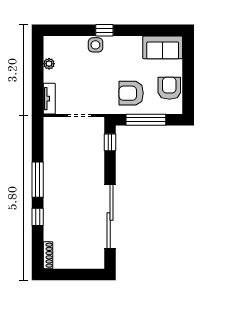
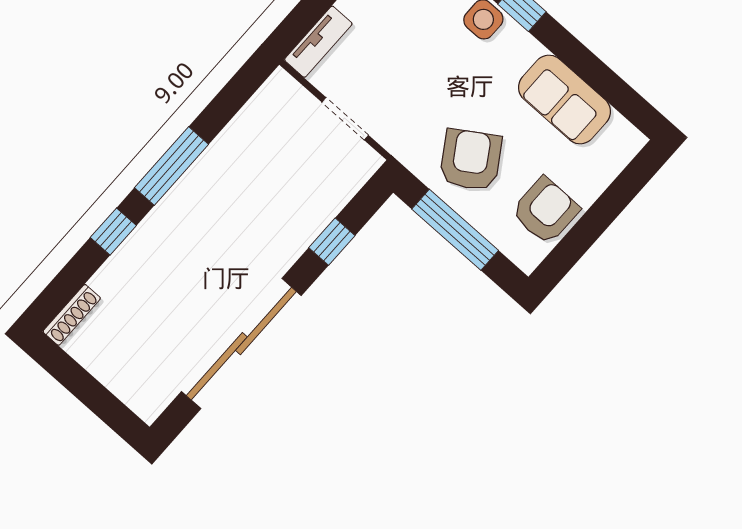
sofa: (163, 47) -> (565, 99), moved
armchair: (131, 93) -> (471, 160), turned 57
window: (110, 142) -> (332, 242), moved

